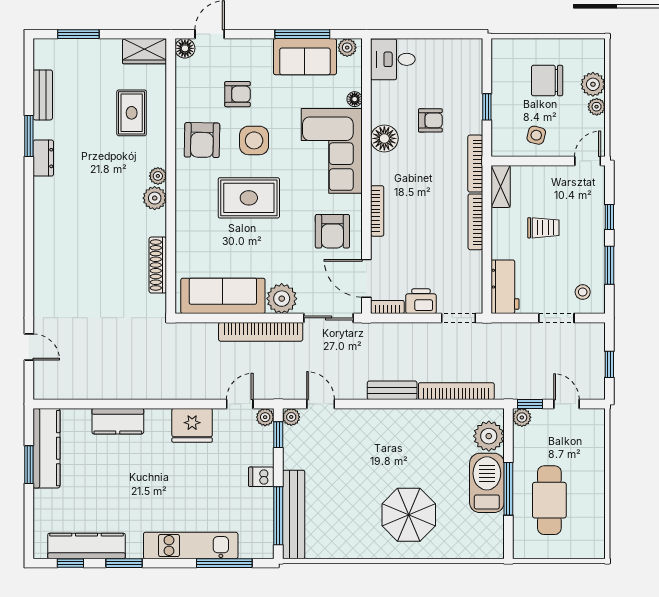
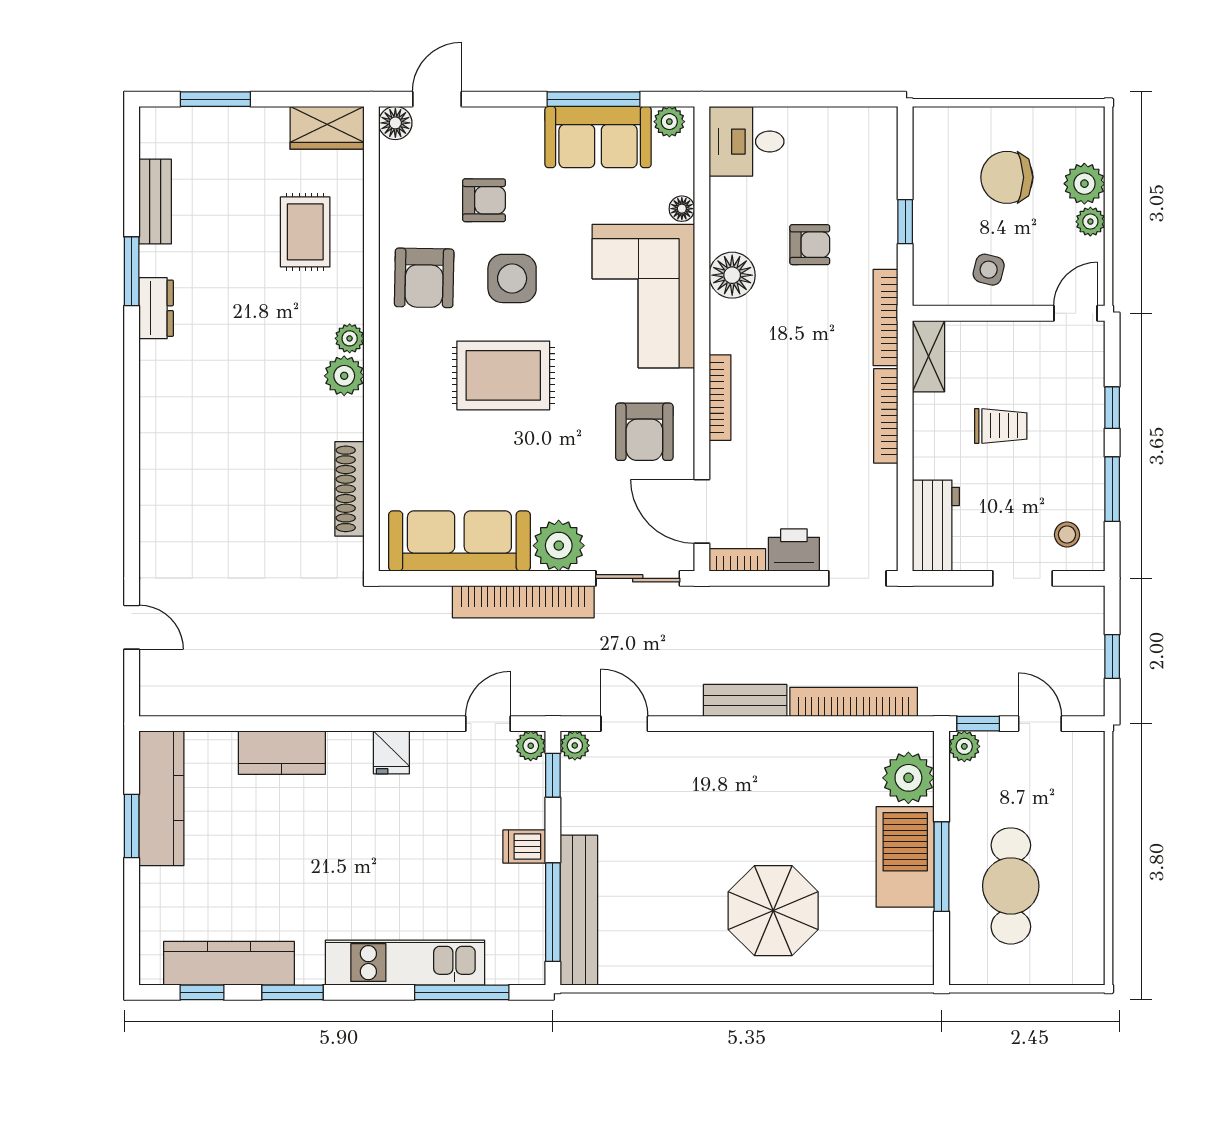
fridge: (192, 425) -> (391, 752), width x0.53, depth x0.75

